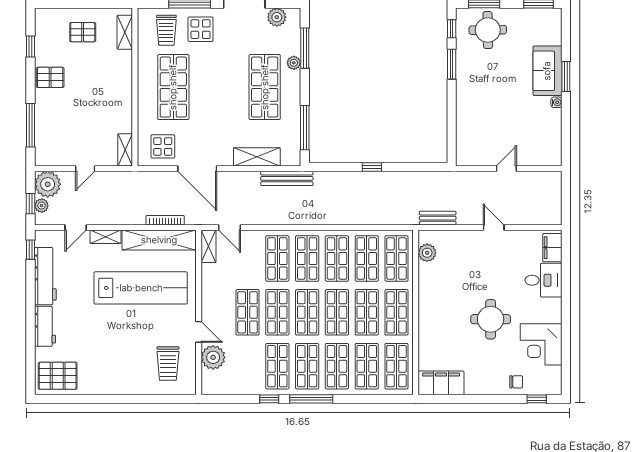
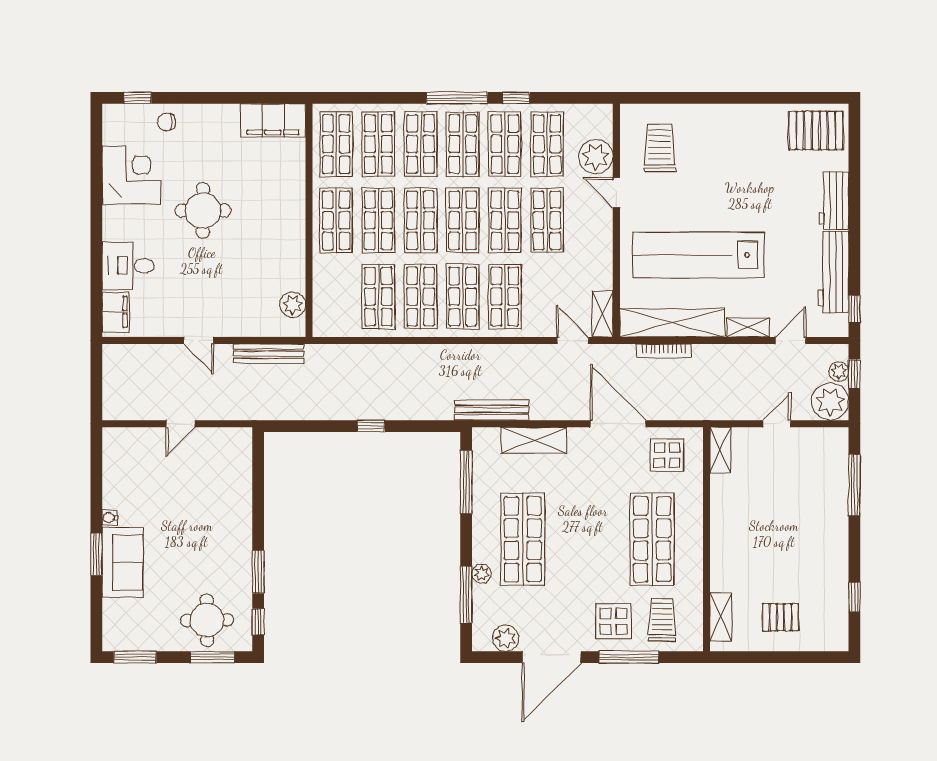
pallet: (50, 77) -> (827, 553), removed
bench: (438, 218) -> (269, 354), width x1.36
shop shelf: (396, 258) -> (547, 144), moved

